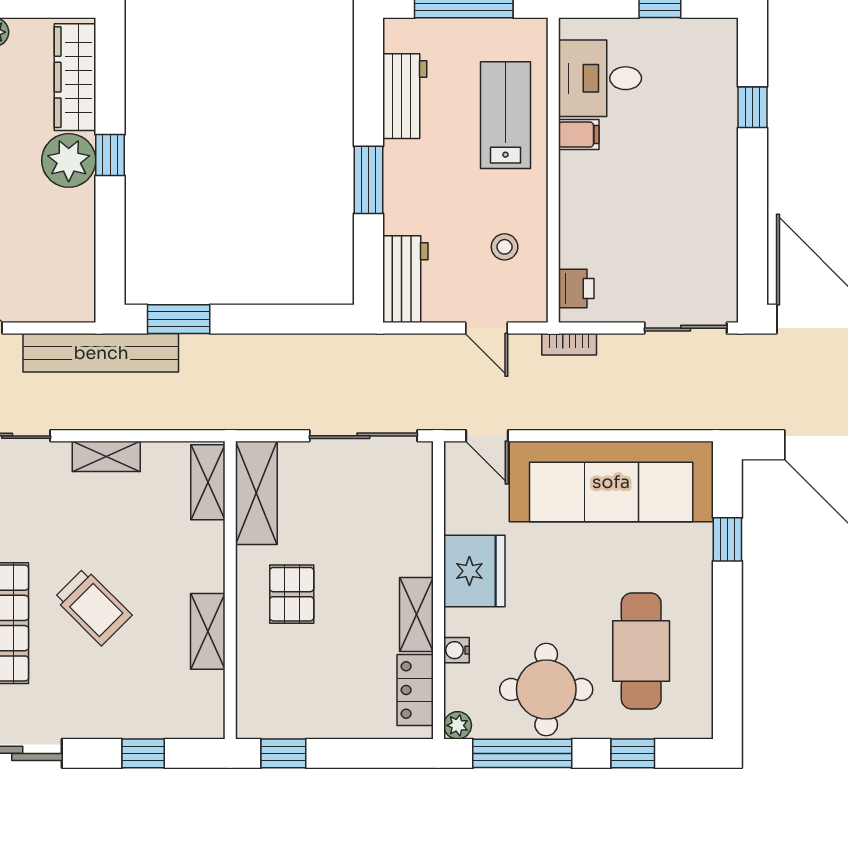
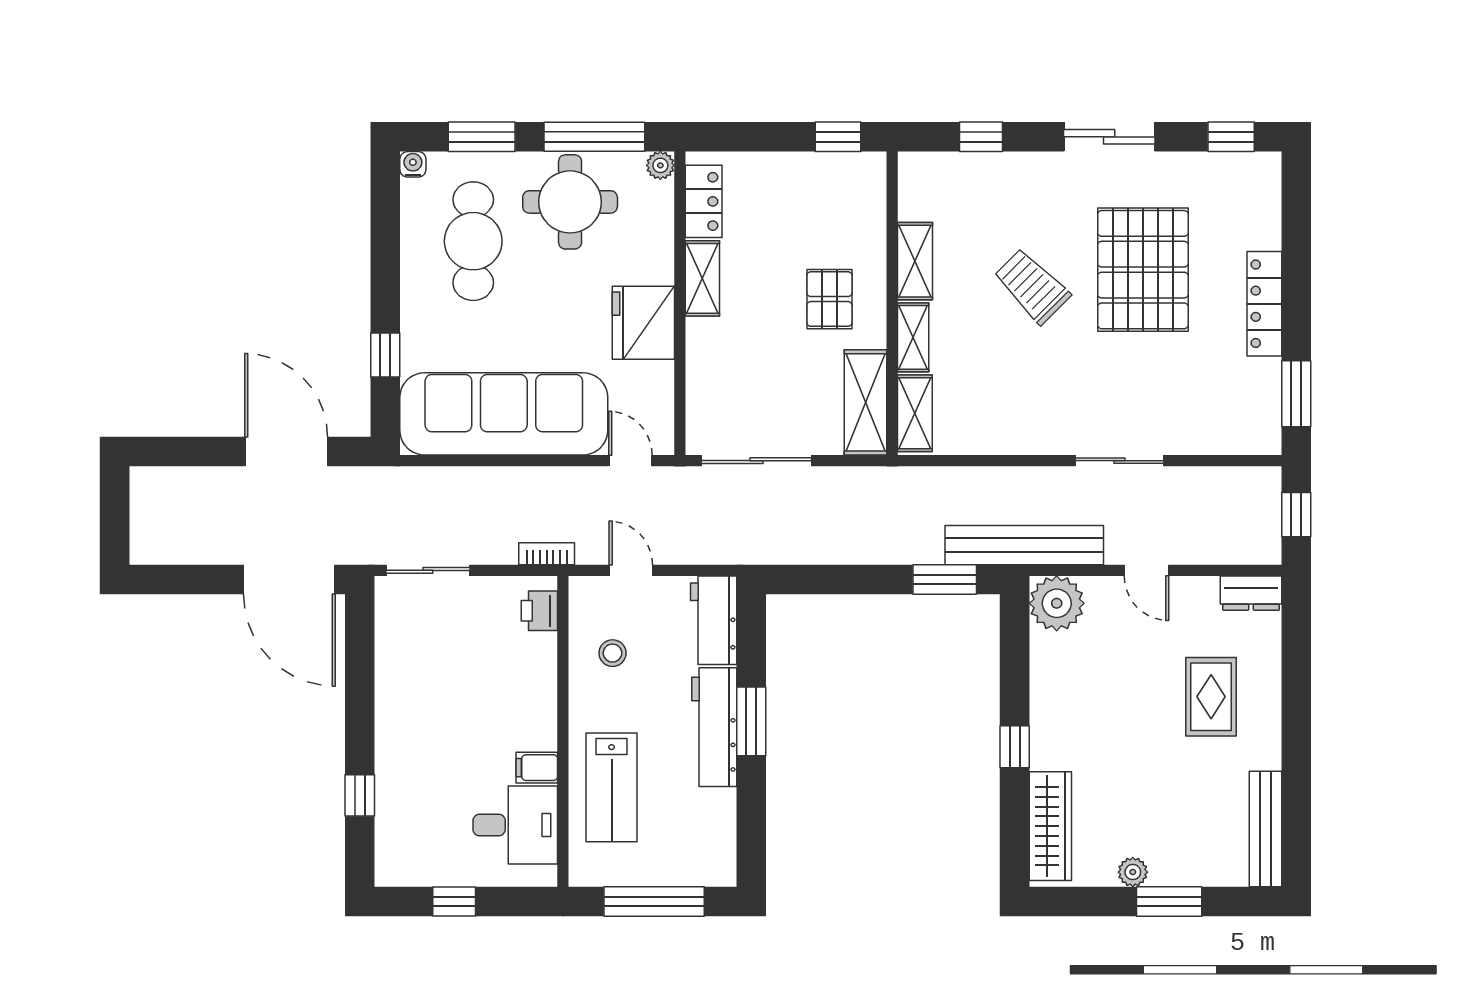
workbench: (405, 96) -> (714, 727), moved, width x1.38
plant: (69, 160) -> (1057, 603), moved
shelving: (106, 456) -> (913, 337), moved, turned 90
water cooler: (456, 650) -> (413, 164), moved, turned -90
window: (633, 753) -> (482, 137), width x1.50

